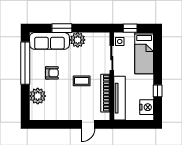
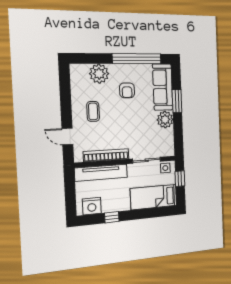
coffee table: (82, 81) -> (93, 111), moved

